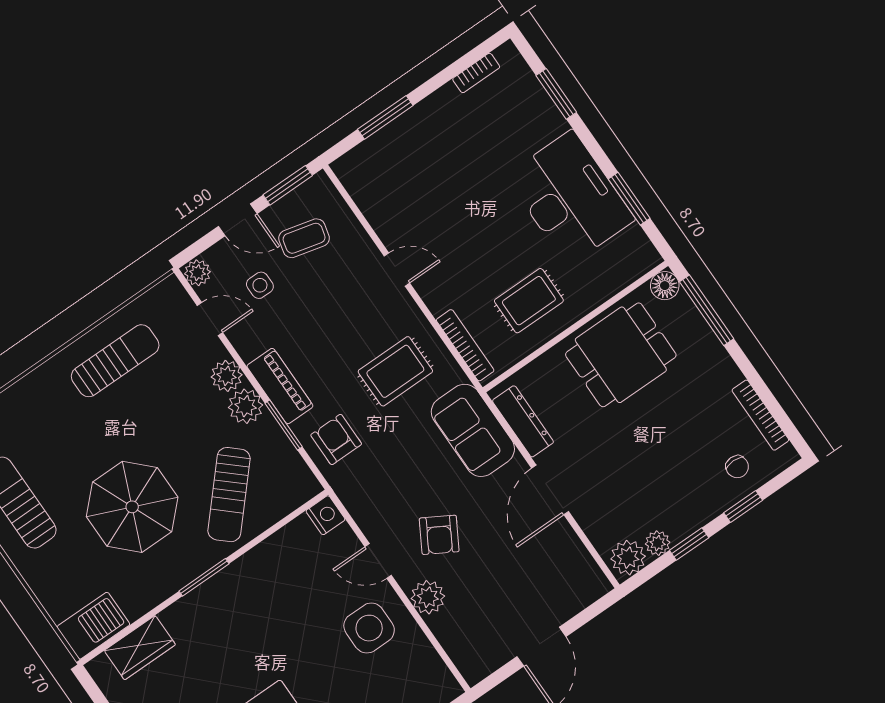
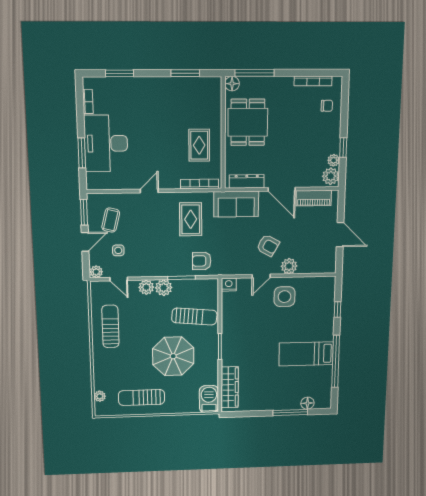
desk: (570, 198) -> (106, 143), moved, turned -90
door: (210, 319) -> (119, 279), swing flipped
piano: (280, 386) -> (314, 198), moved, turned 180
sun lounger: (229, 495) -> (194, 316), turned -37
window: (743, 507) -> (344, 115), removed
wardrobe: (140, 648) -> (230, 387), width x1.50

